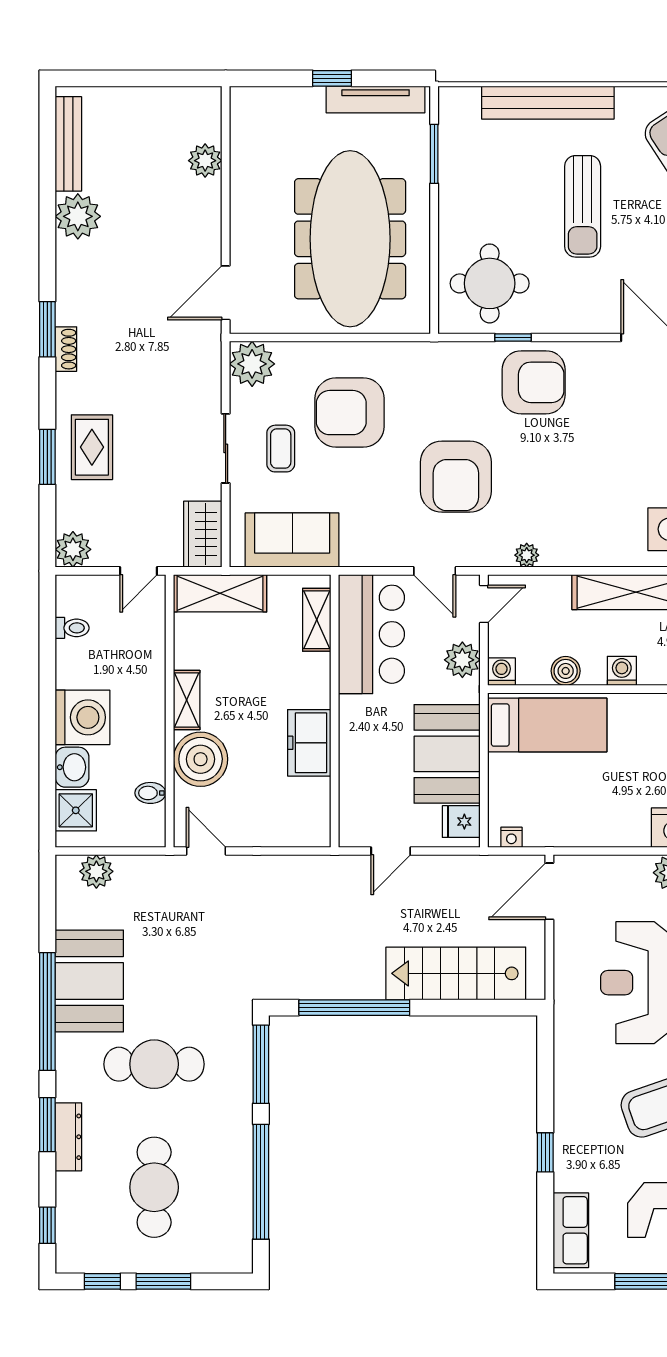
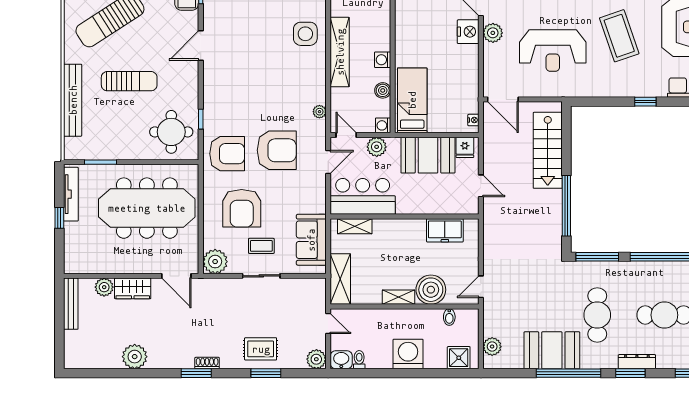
bench: (68, 144) -> (71, 304), moved, turned 90
armchair: (534, 382) -> (227, 154), moved, turned 90
wardrobe: (203, 534) -> (133, 288), moved
freezer: (309, 743) -> (445, 230), moved
washbasin: (72, 767) -> (341, 360), moved

